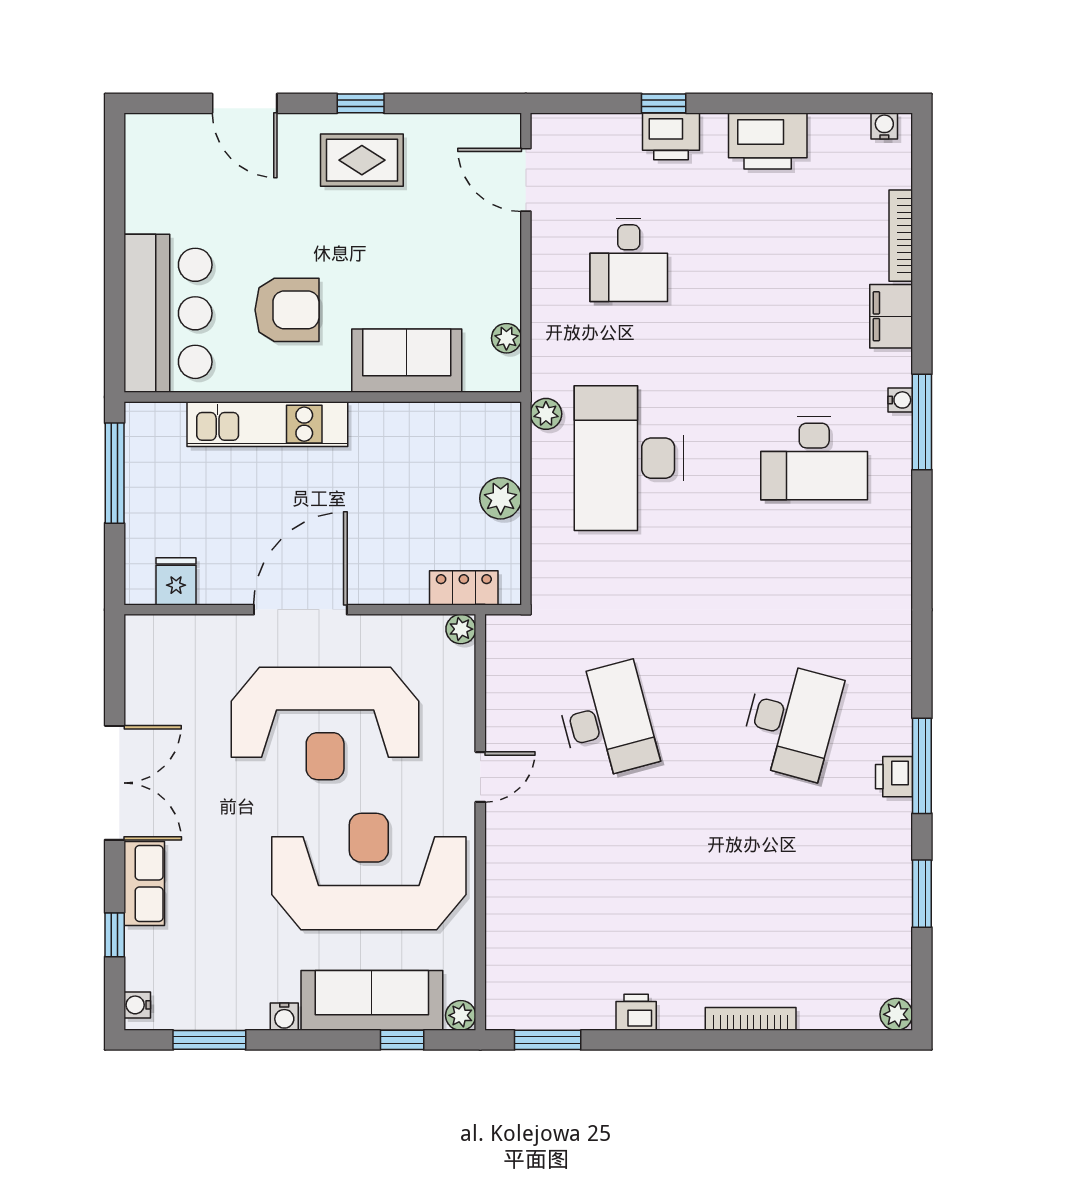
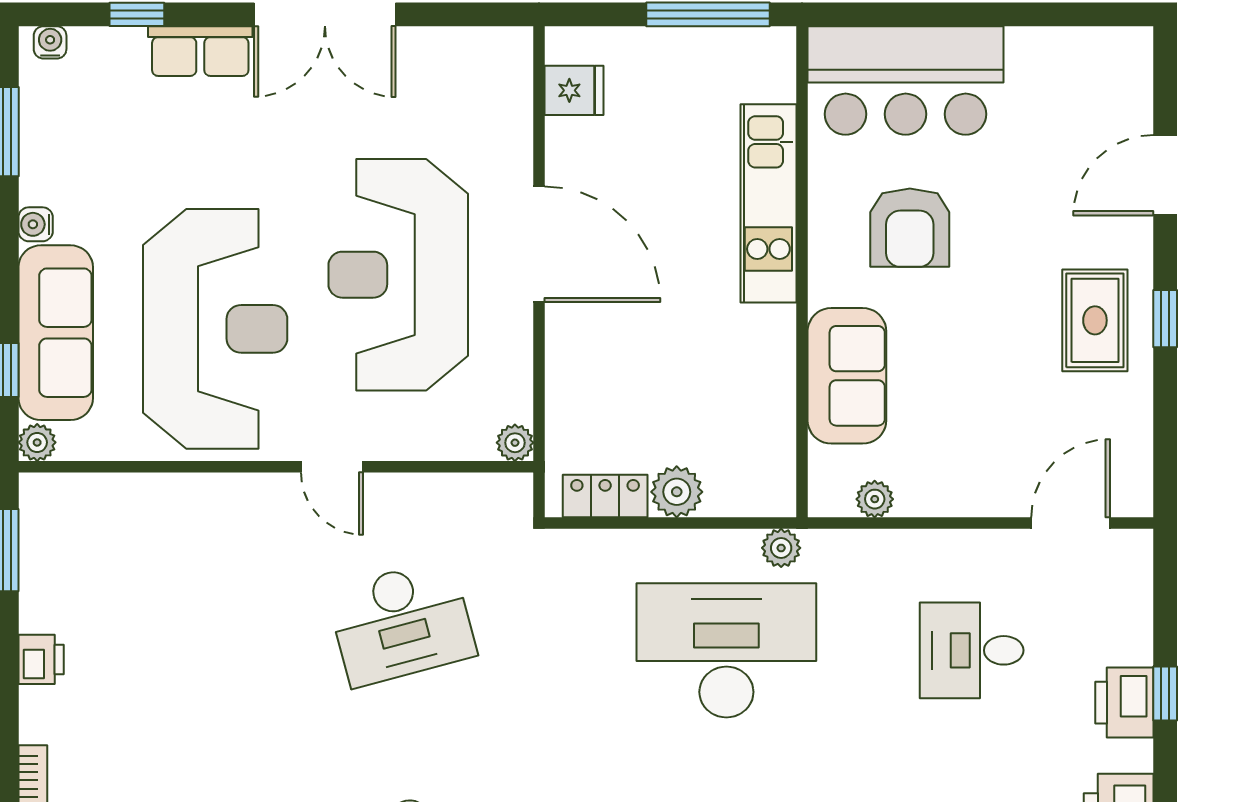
locker: (464, 588) -> (605, 496), moved, turned -90

